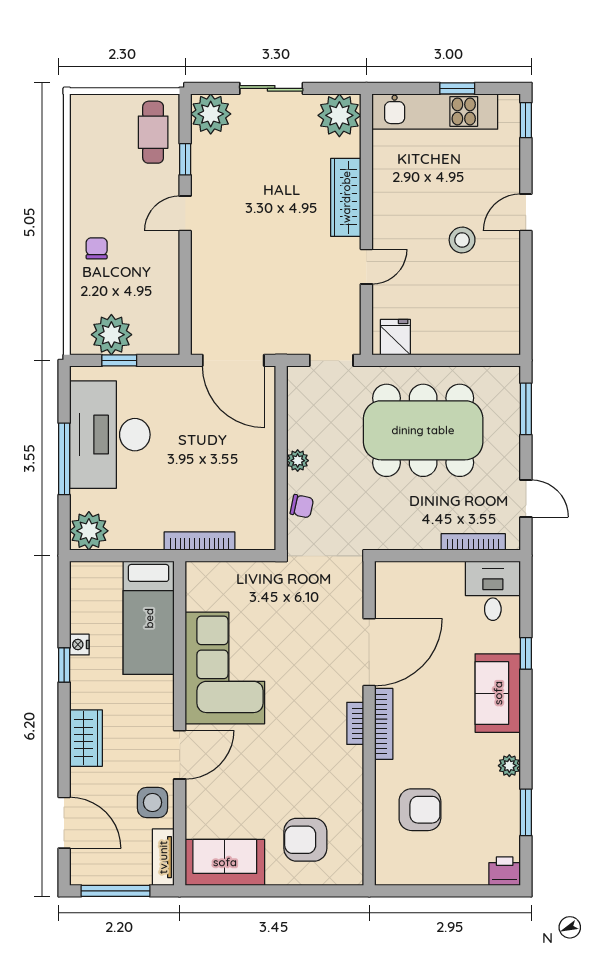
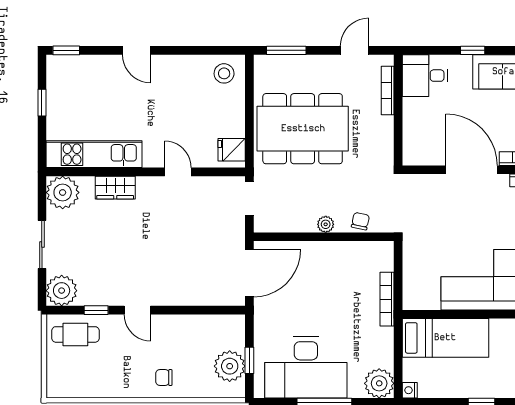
kitchen unit: (435, 111) -> (94, 154), moved, turned -90
wardrobe: (346, 197) -> (115, 188), width x0.67
stool: (462, 240) -> (224, 73), moved
dining table: (423, 430) -> (303, 129), turned 90
nightstand: (79, 645) -> (410, 390), moved, turned 90

